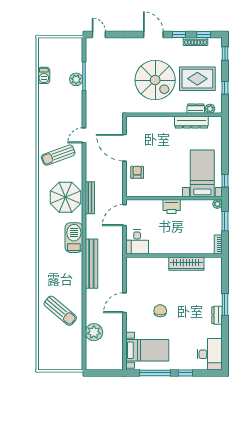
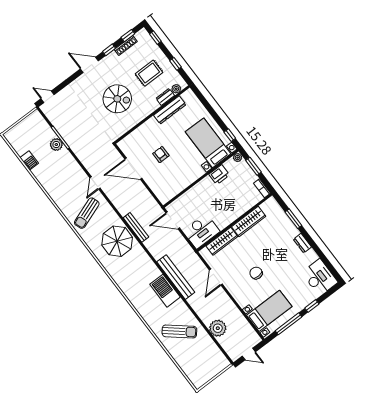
rug: (197, 79) -> (149, 73), width x0.73, depth x0.70
spiral stairs: (155, 80) -> (117, 99), width x0.73, depth x0.73
armchair: (137, 172) -> (161, 155), moved
printer: (172, 206) -> (219, 175), moved
door: (124, 215) -> (173, 220), hinge flipped
barbecue: (74, 238) -> (165, 291), moved
desk: (137, 242) -> (201, 231), width x1.37
wardrobe: (152, 263) -> (222, 241), added
door: (124, 303) -> (216, 277), moved
window: (225, 305) -> (293, 219), moved
door: (103, 373) -> (249, 354), added

